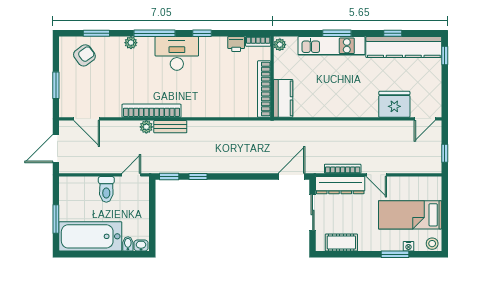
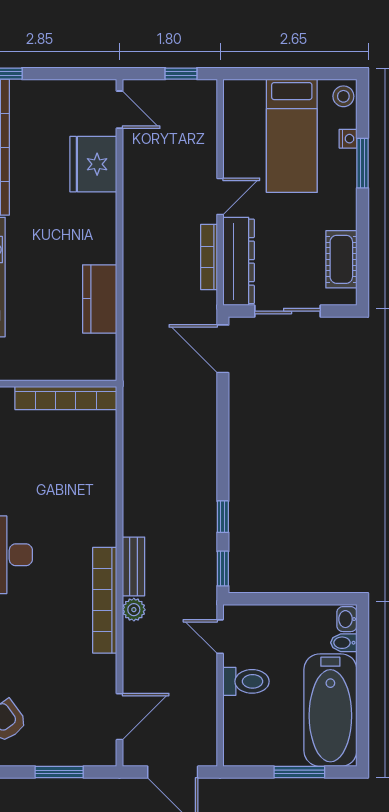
kitchen counter: (283, 98) -> (100, 299), moved, turned -90

